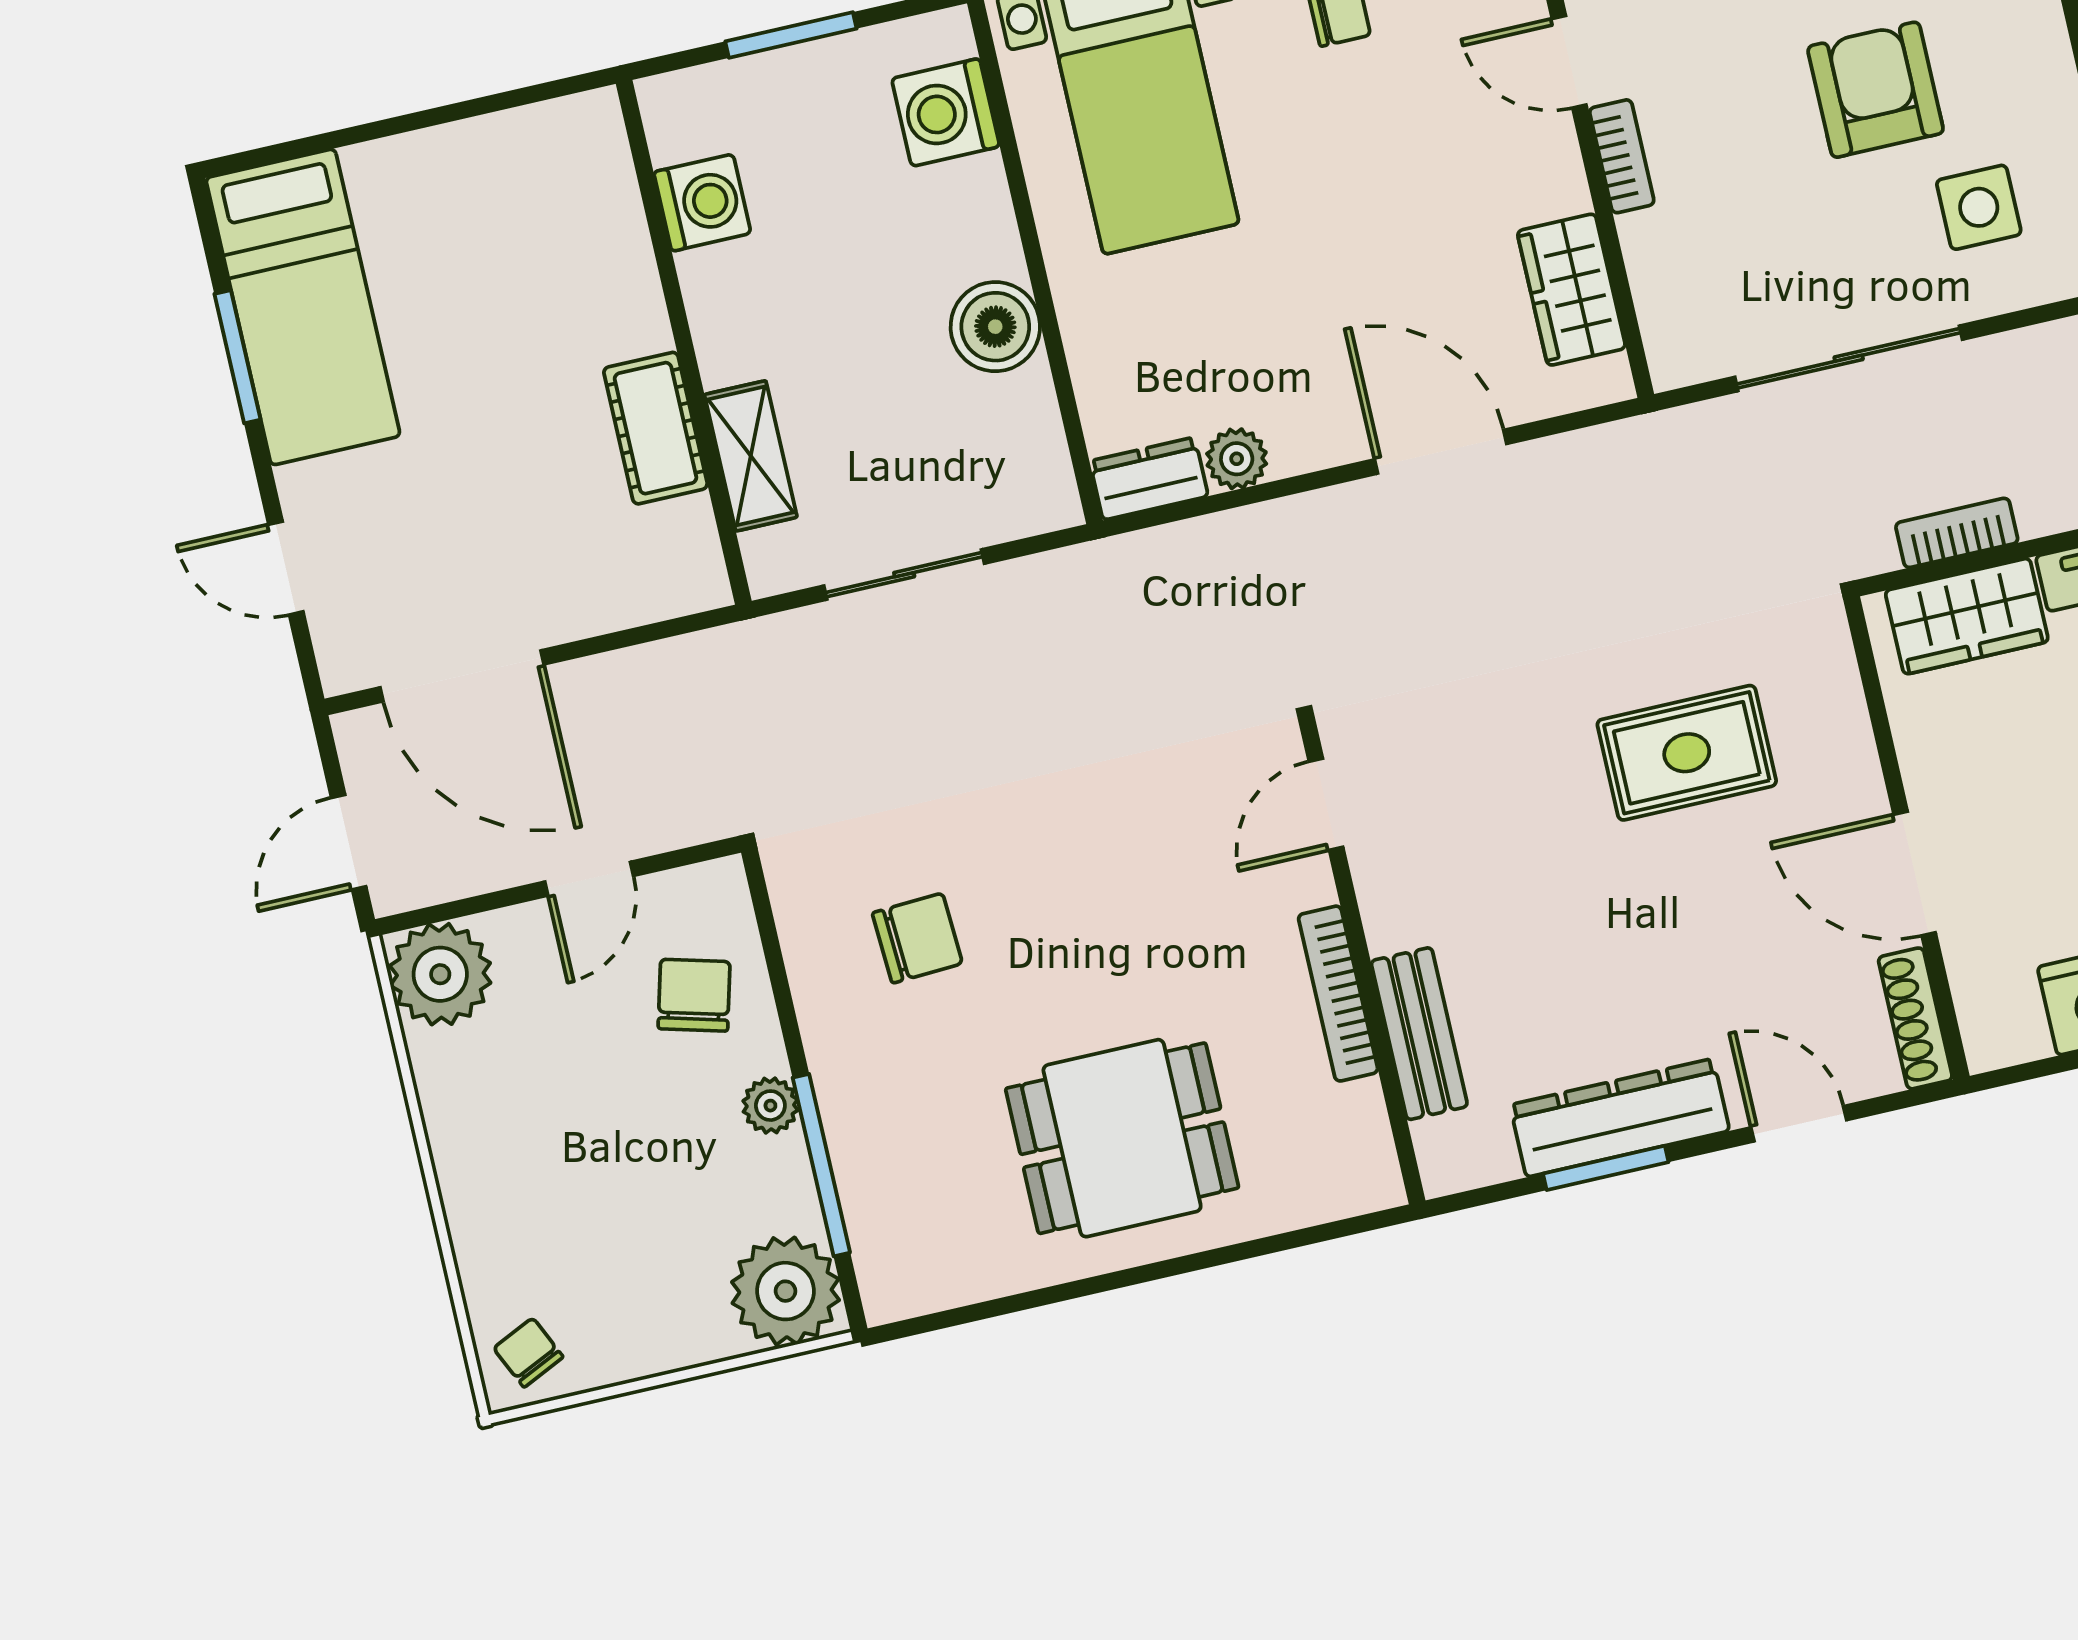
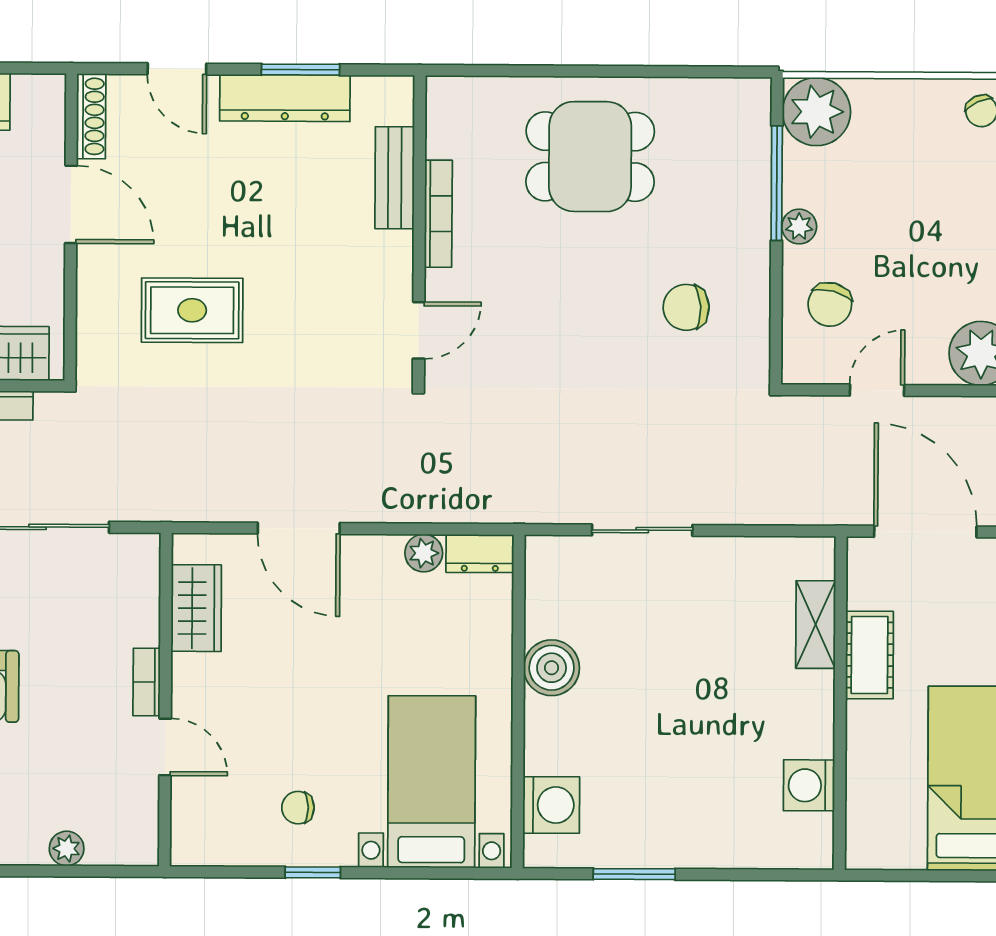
washing machine: (702, 203) -> (809, 785), moved
wall: (684, 342) -> (840, 703), moved
cot: (656, 428) -> (869, 655), moved
shelving: (751, 456) -> (816, 625), moved

